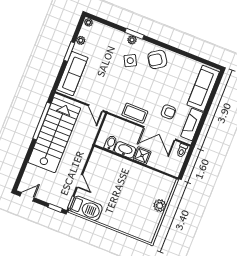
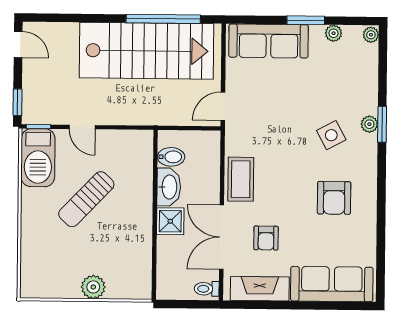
armchair: (157, 59) -> (334, 198), moved, turned -146
door: (79, 181) -> (82, 127), hinge flipped
sun lounger: (116, 192) -> (86, 199), added

